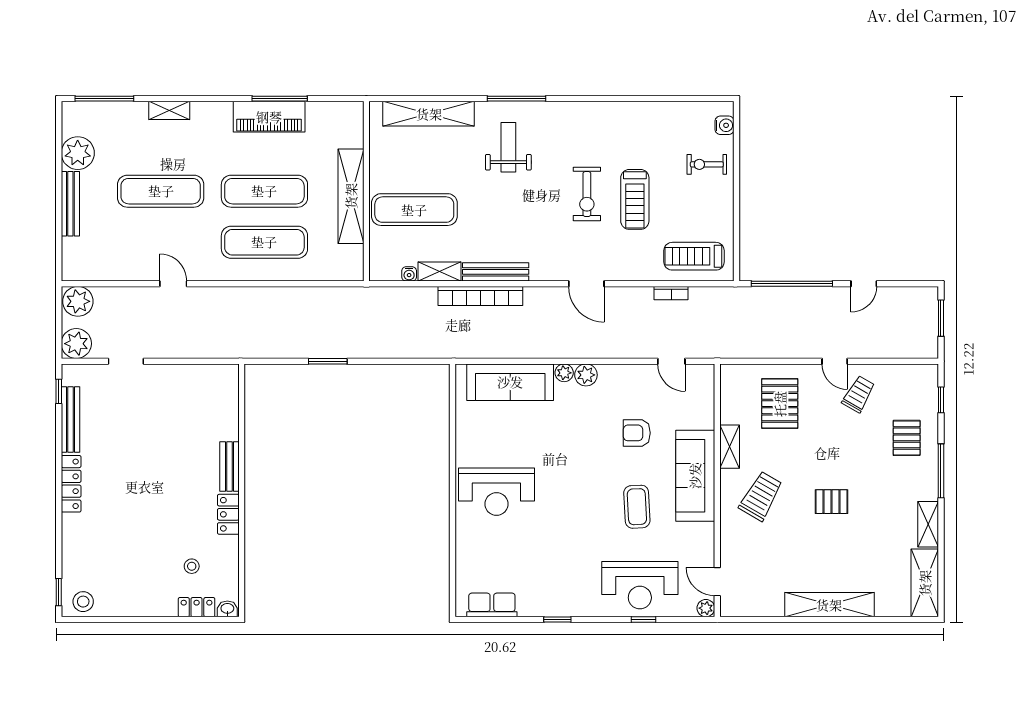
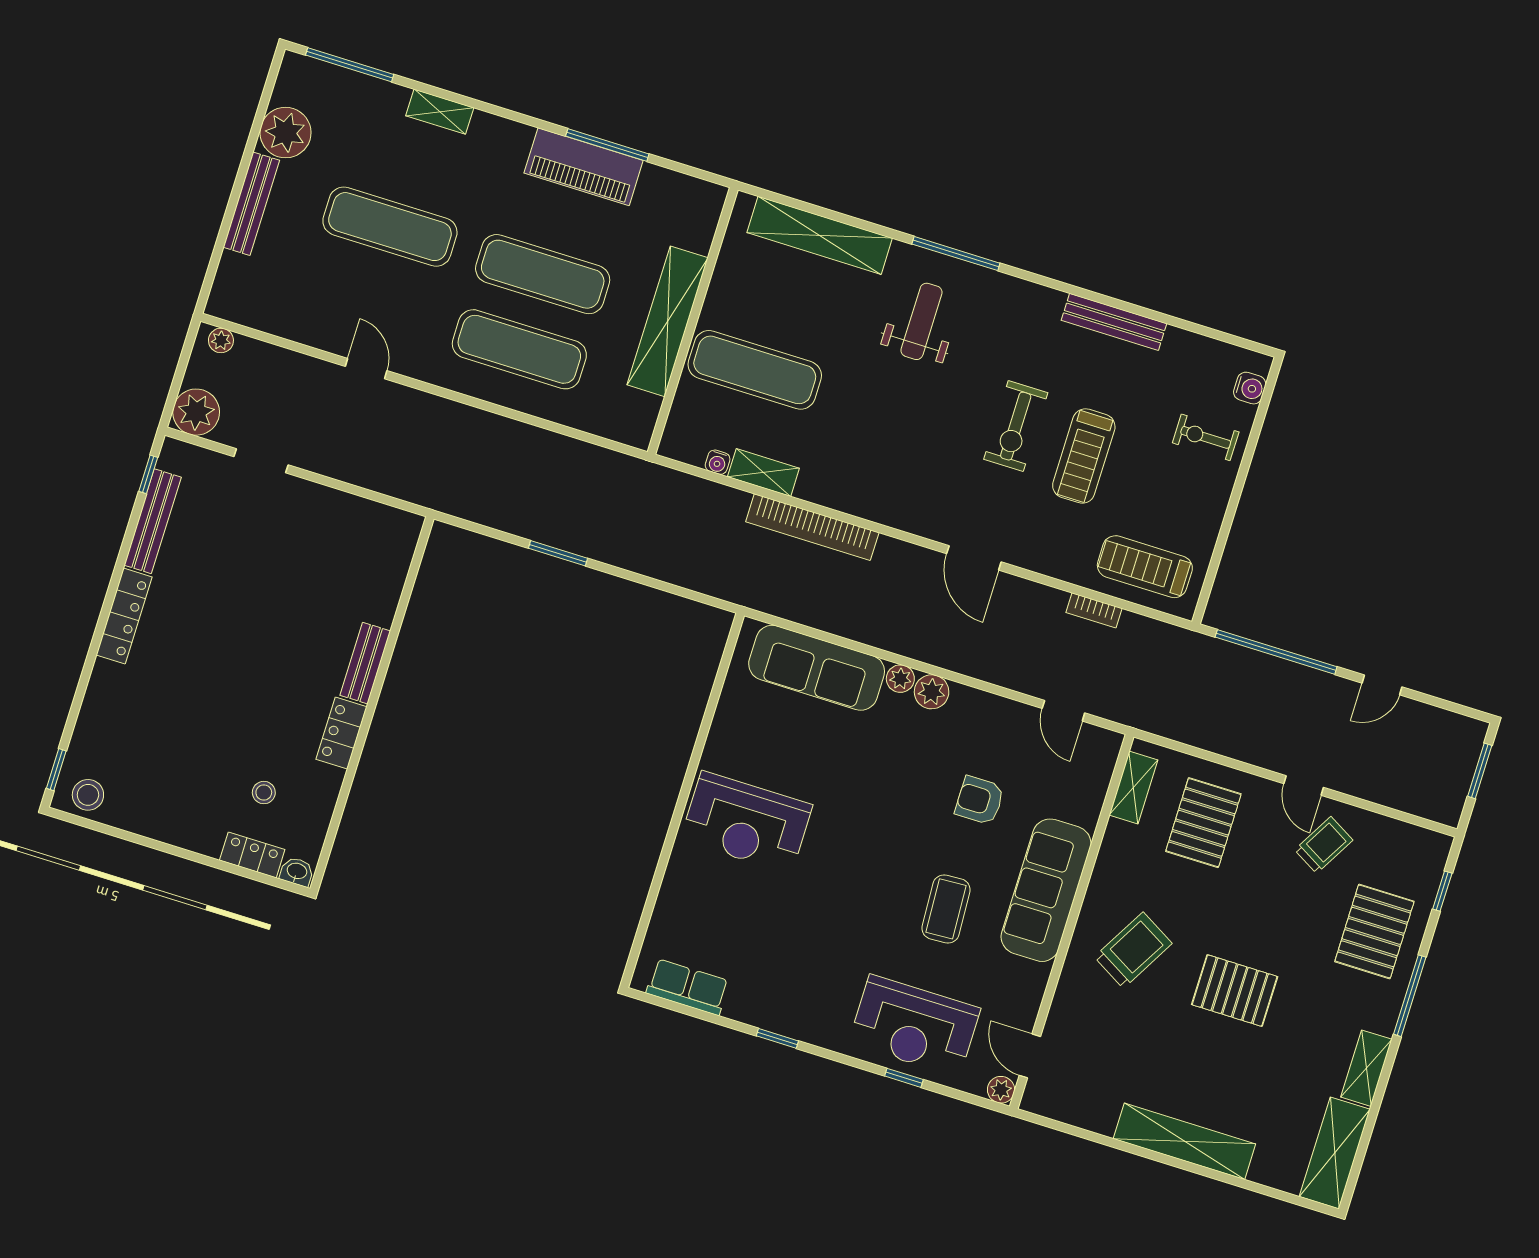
bench: (496, 272) -> (1114, 322), moved
plant: (78, 301) -> (221, 340), width x0.53, depth x0.53
pallet: (907, 438) -> (1374, 931), width x1.50, depth x1.42
shelving: (730, 447) -> (1133, 788), moved
pallet: (831, 502) -> (1235, 991), width x1.50, depth x1.42

